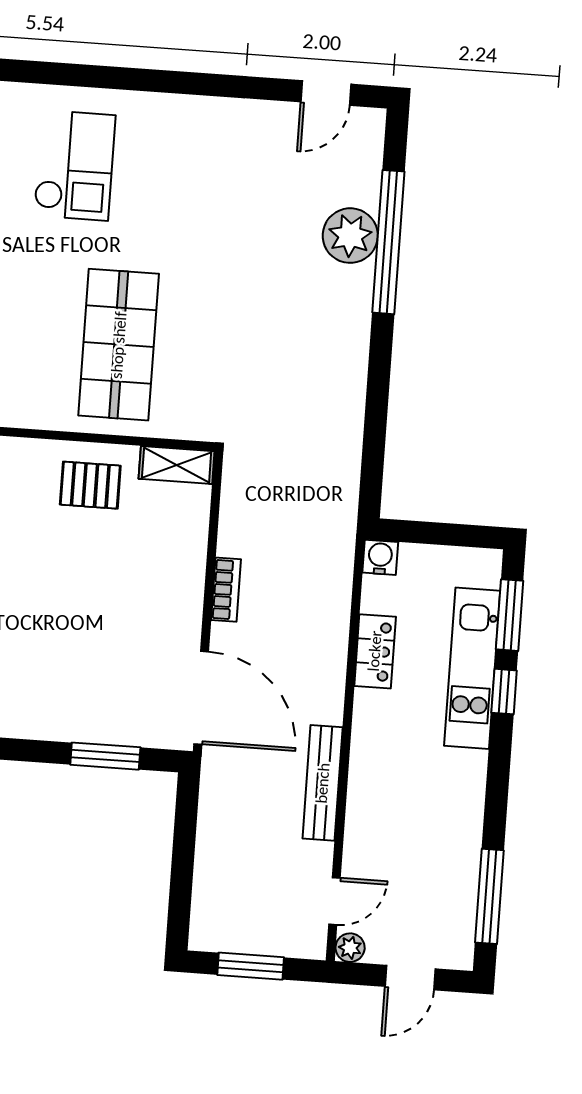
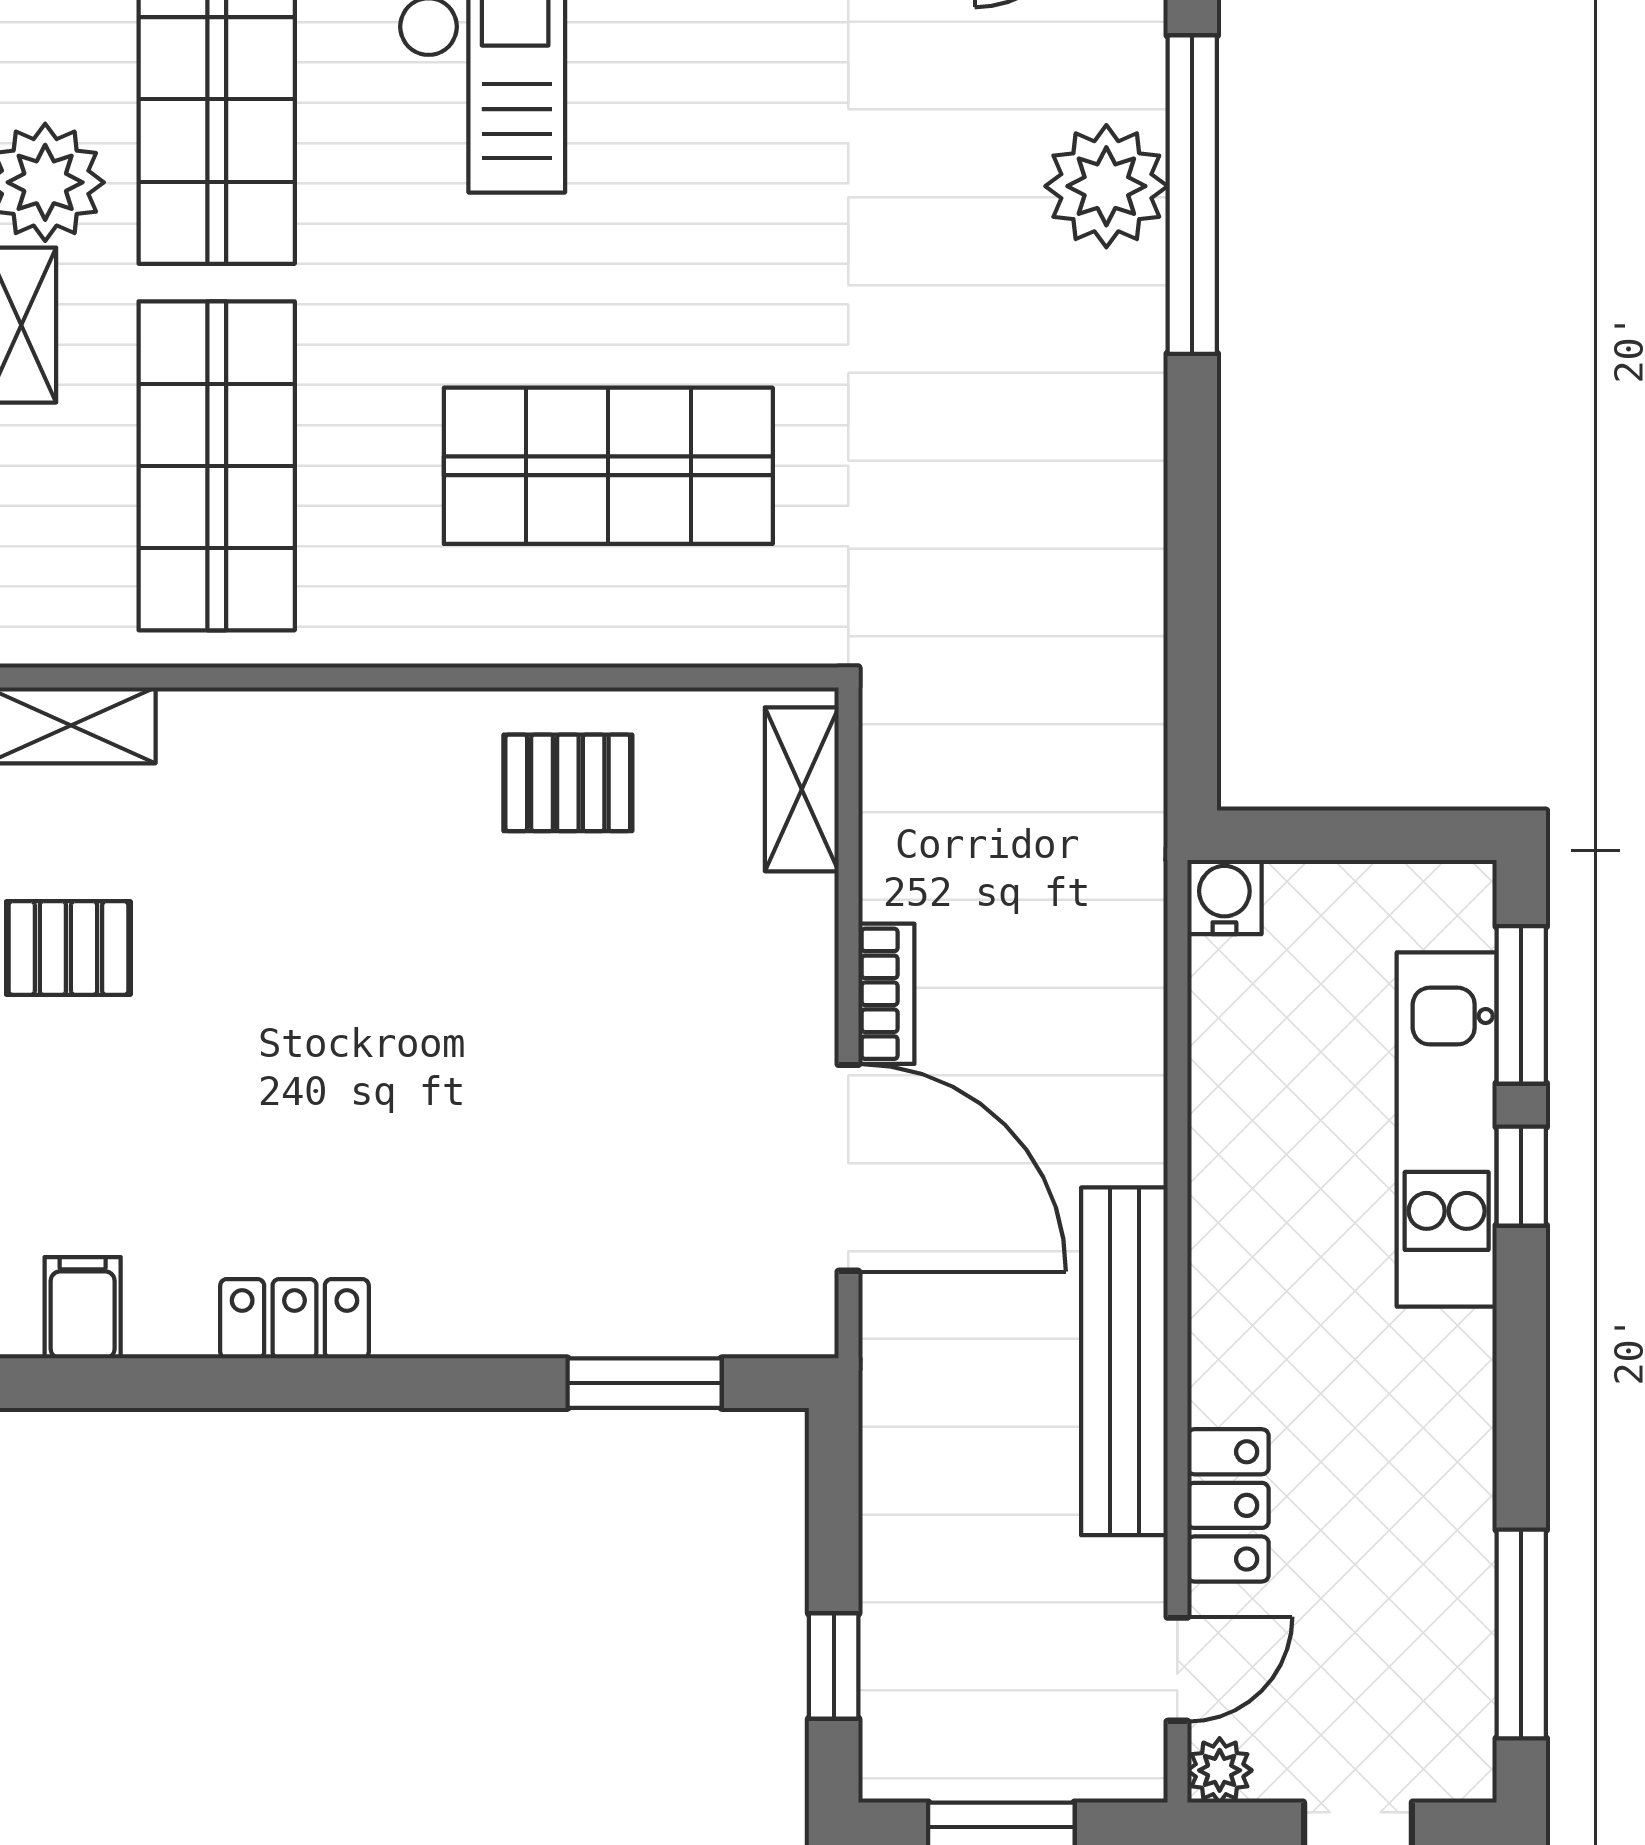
shop shelf: (119, 345) -> (608, 466), turned 90
shelving: (177, 465) -> (802, 789), moved, turned 90
locker: (375, 651) -> (1228, 1505), moved
door: (201, 698) -> (848, 1168), moved
bench: (323, 783) -> (1124, 1361), width x1.37, depth x1.21
window: (181, 889) -> (834, 1666), added

